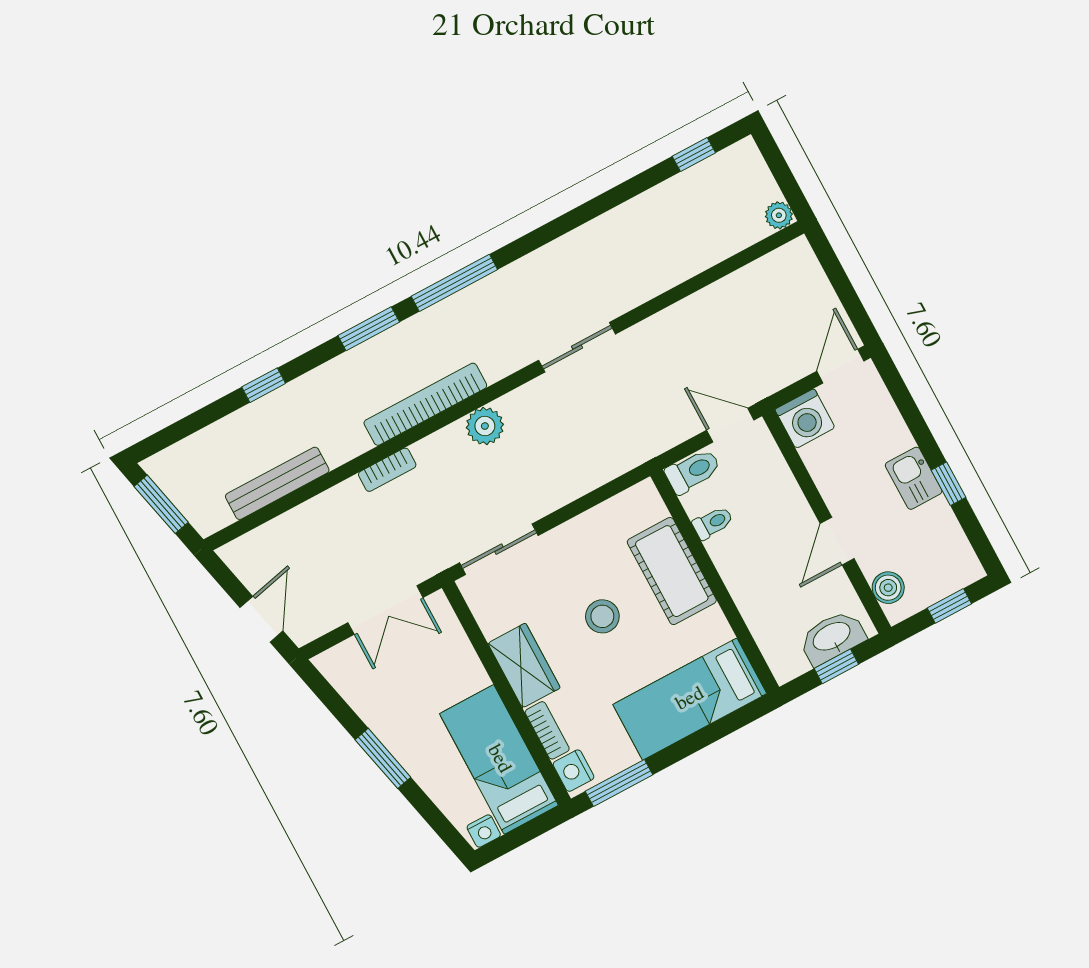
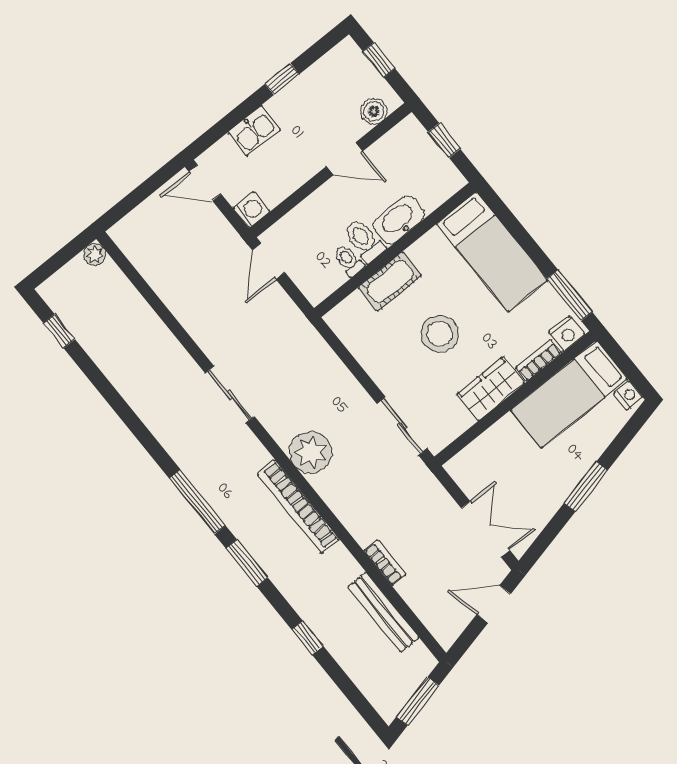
washing machine: (805, 419) -> (251, 210), width x0.73, depth x0.73
plant: (485, 426) -> (311, 452), width x1.36, depth x1.36
bookcase: (387, 470) -> (385, 563), moved
toilet: (693, 471) -> (364, 241), moved
kitchen sink: (914, 478) -> (254, 131), moved
cot: (672, 571) -> (390, 281), width x0.73, depth x0.75
double door: (385, 610) -> (486, 529), moved
stool: (602, 616) -> (440, 334), width x1.38, depth x1.38
washbasin: (832, 637) -> (399, 220), moved, turned 90

